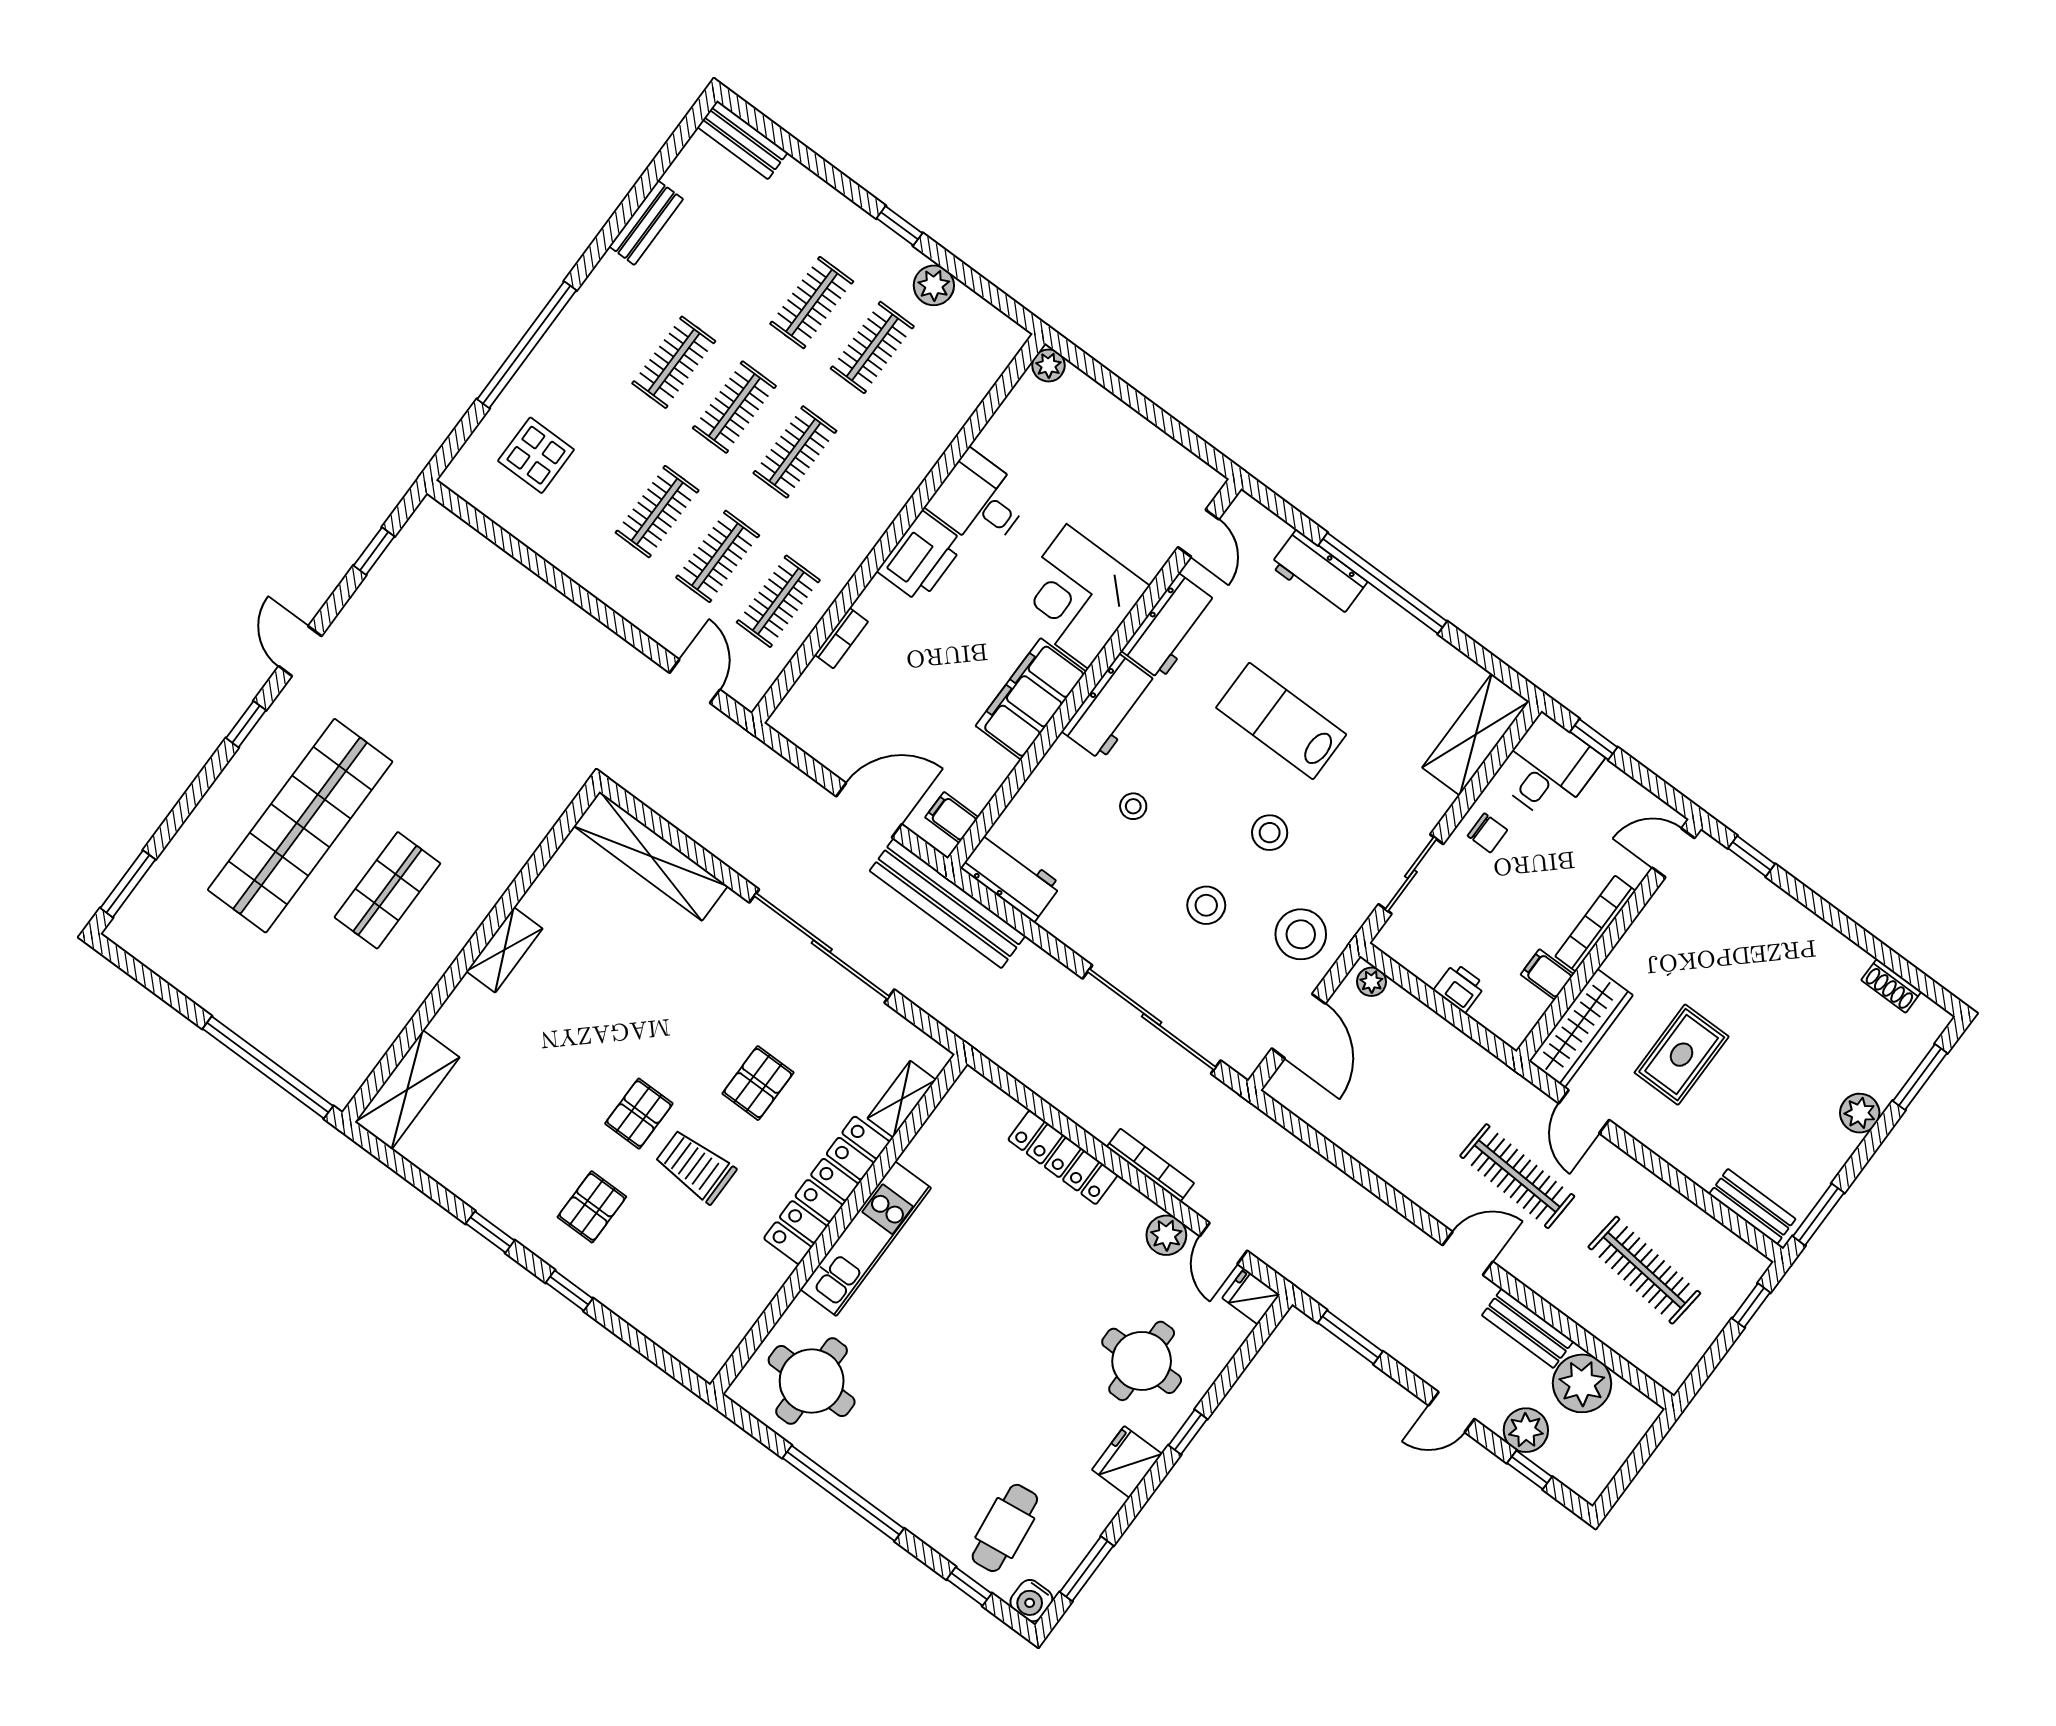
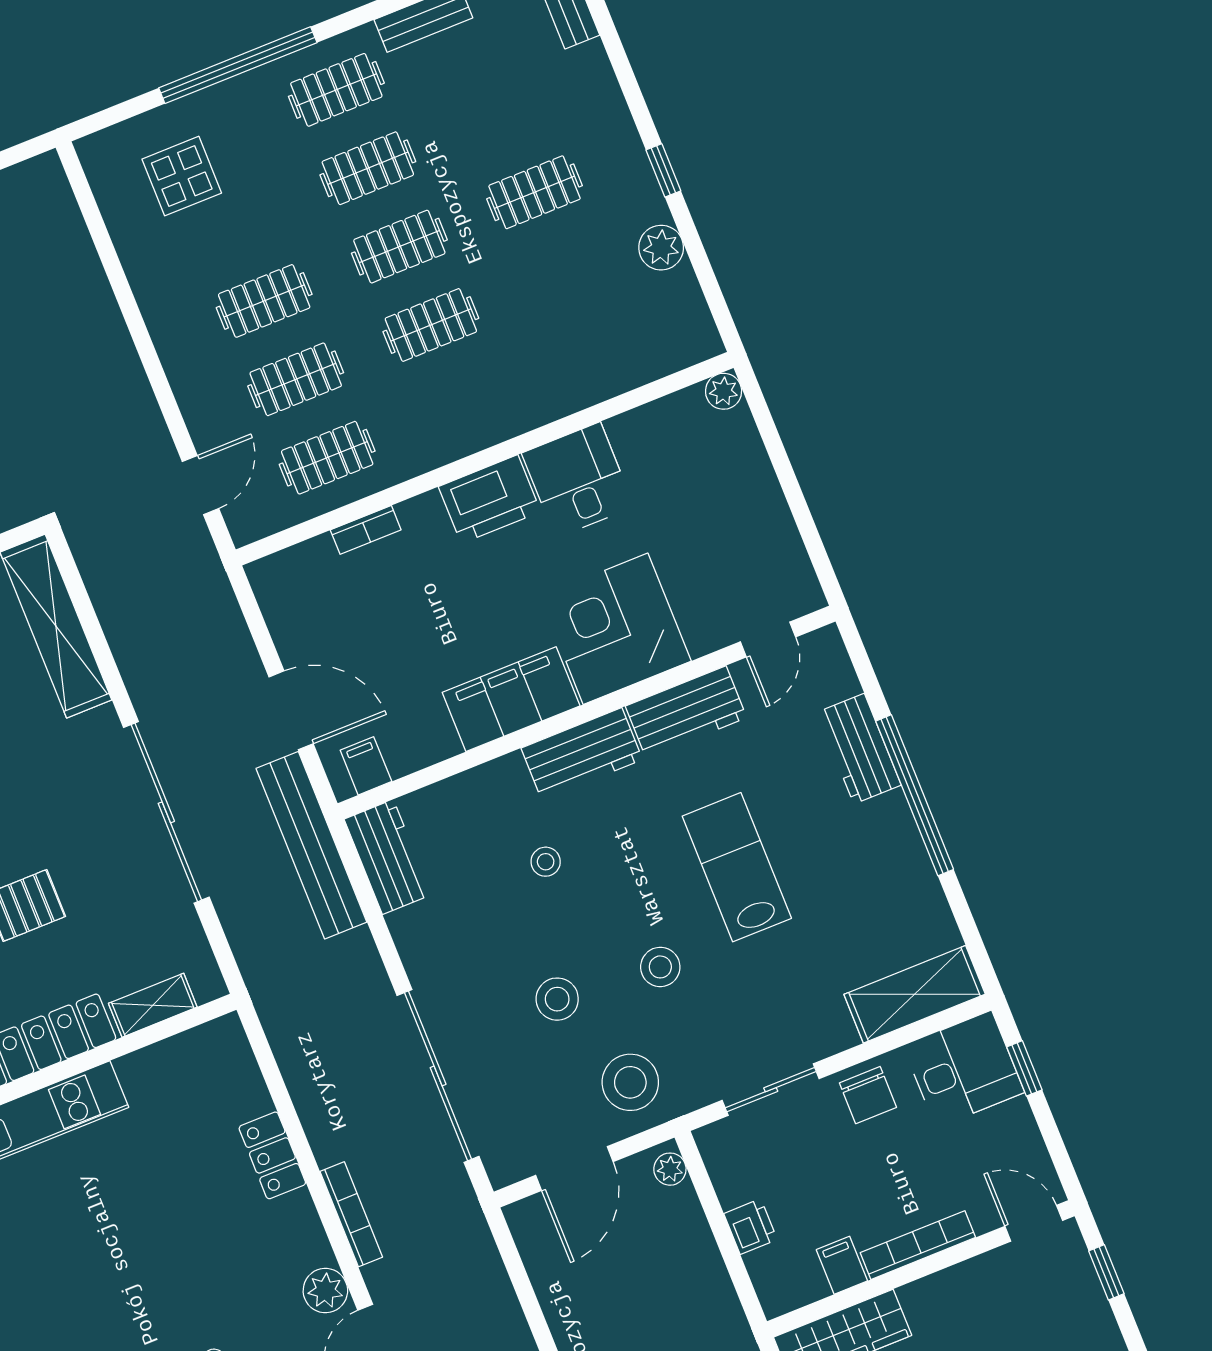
clothes rail: (872, 347) -> (336, 90), moved
chair: (1487, 833) -> (868, 1095), width x1.37, depth x1.37
locker: (1063, 1157) -> (272, 1155), width x0.66

